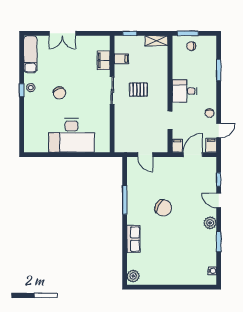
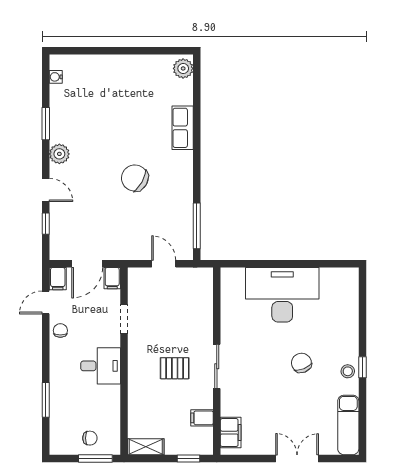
filing cabinet: (104, 60) -> (231, 433), moved
window: (125, 200) -> (197, 226), moved

